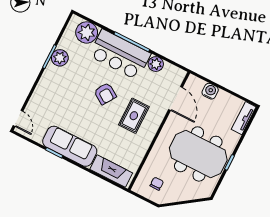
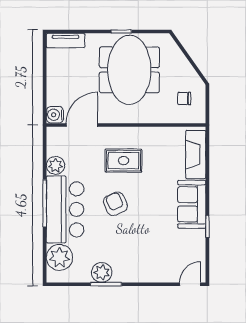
water cooler: (210, 91) -> (55, 115), moved
armchair: (105, 94) -> (115, 204), turned -56
sofa: (70, 146) -> (192, 204), width x0.73

